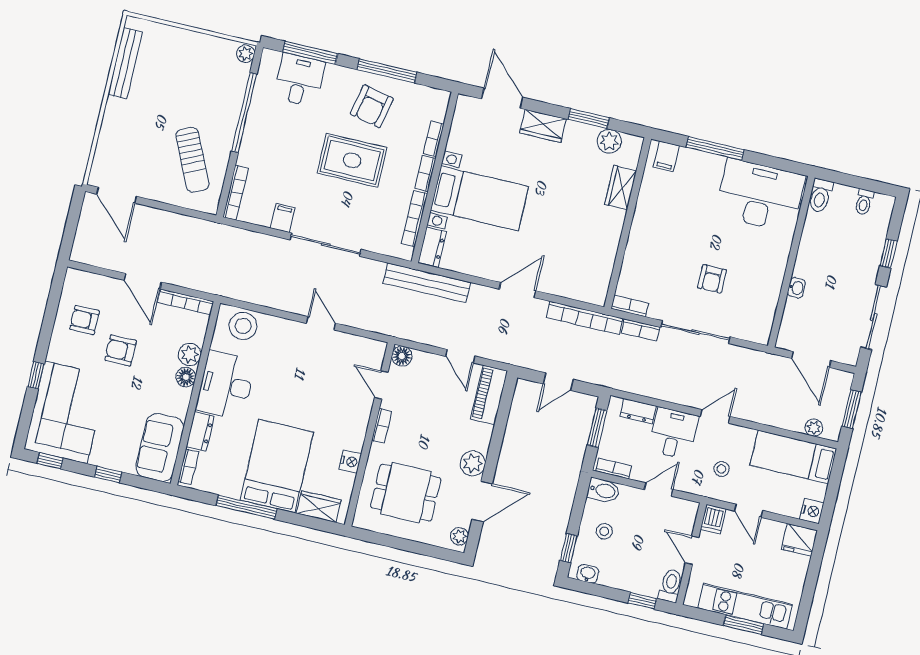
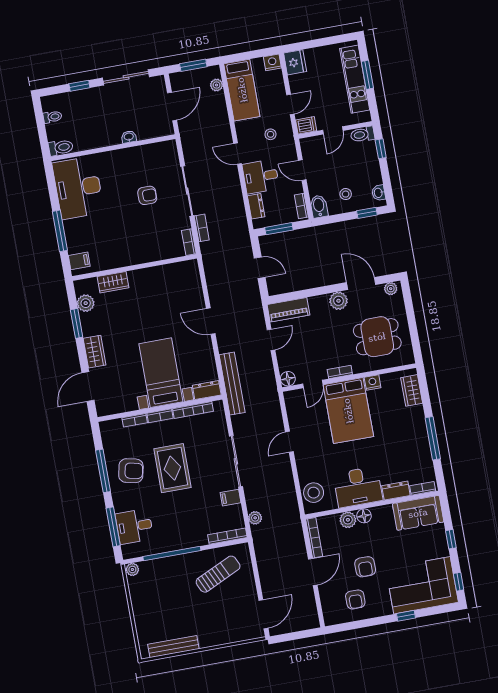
plant: (243, 238) -> (255, 518), added
bookcase: (585, 318) -> (210, 269), removed
bed: (277, 466) -> (348, 411), moved, turned -90
dining table: (406, 493) -> (377, 337), turned 90

